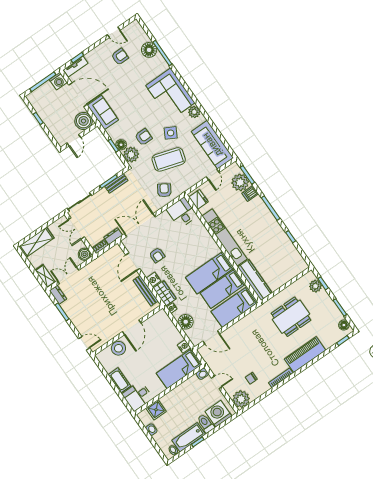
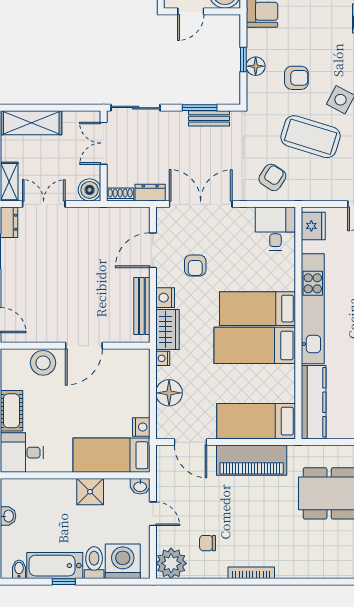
plant: (131, 155) -> (260, 91), removed
bed: (223, 289) -> (258, 309), moved
piano: (305, 355) -> (252, 460), moved, turned 180
shower: (156, 410) -> (90, 492), moved

